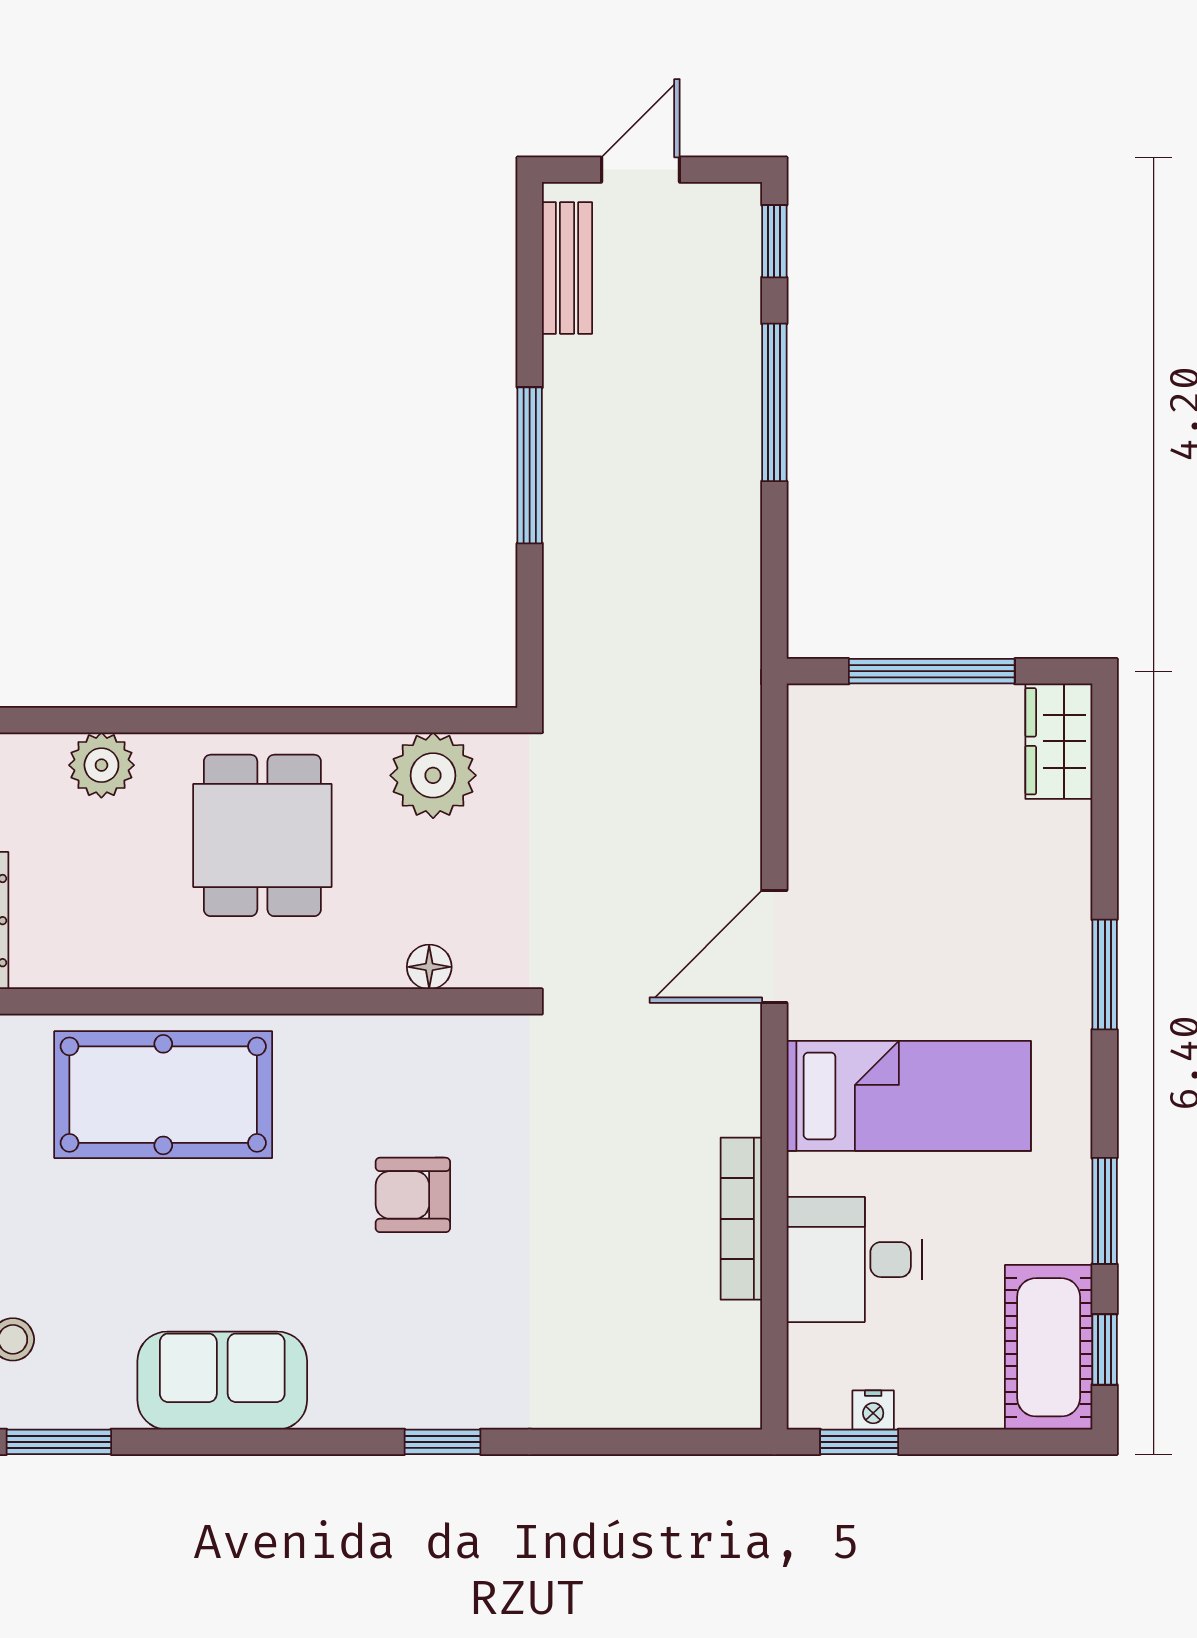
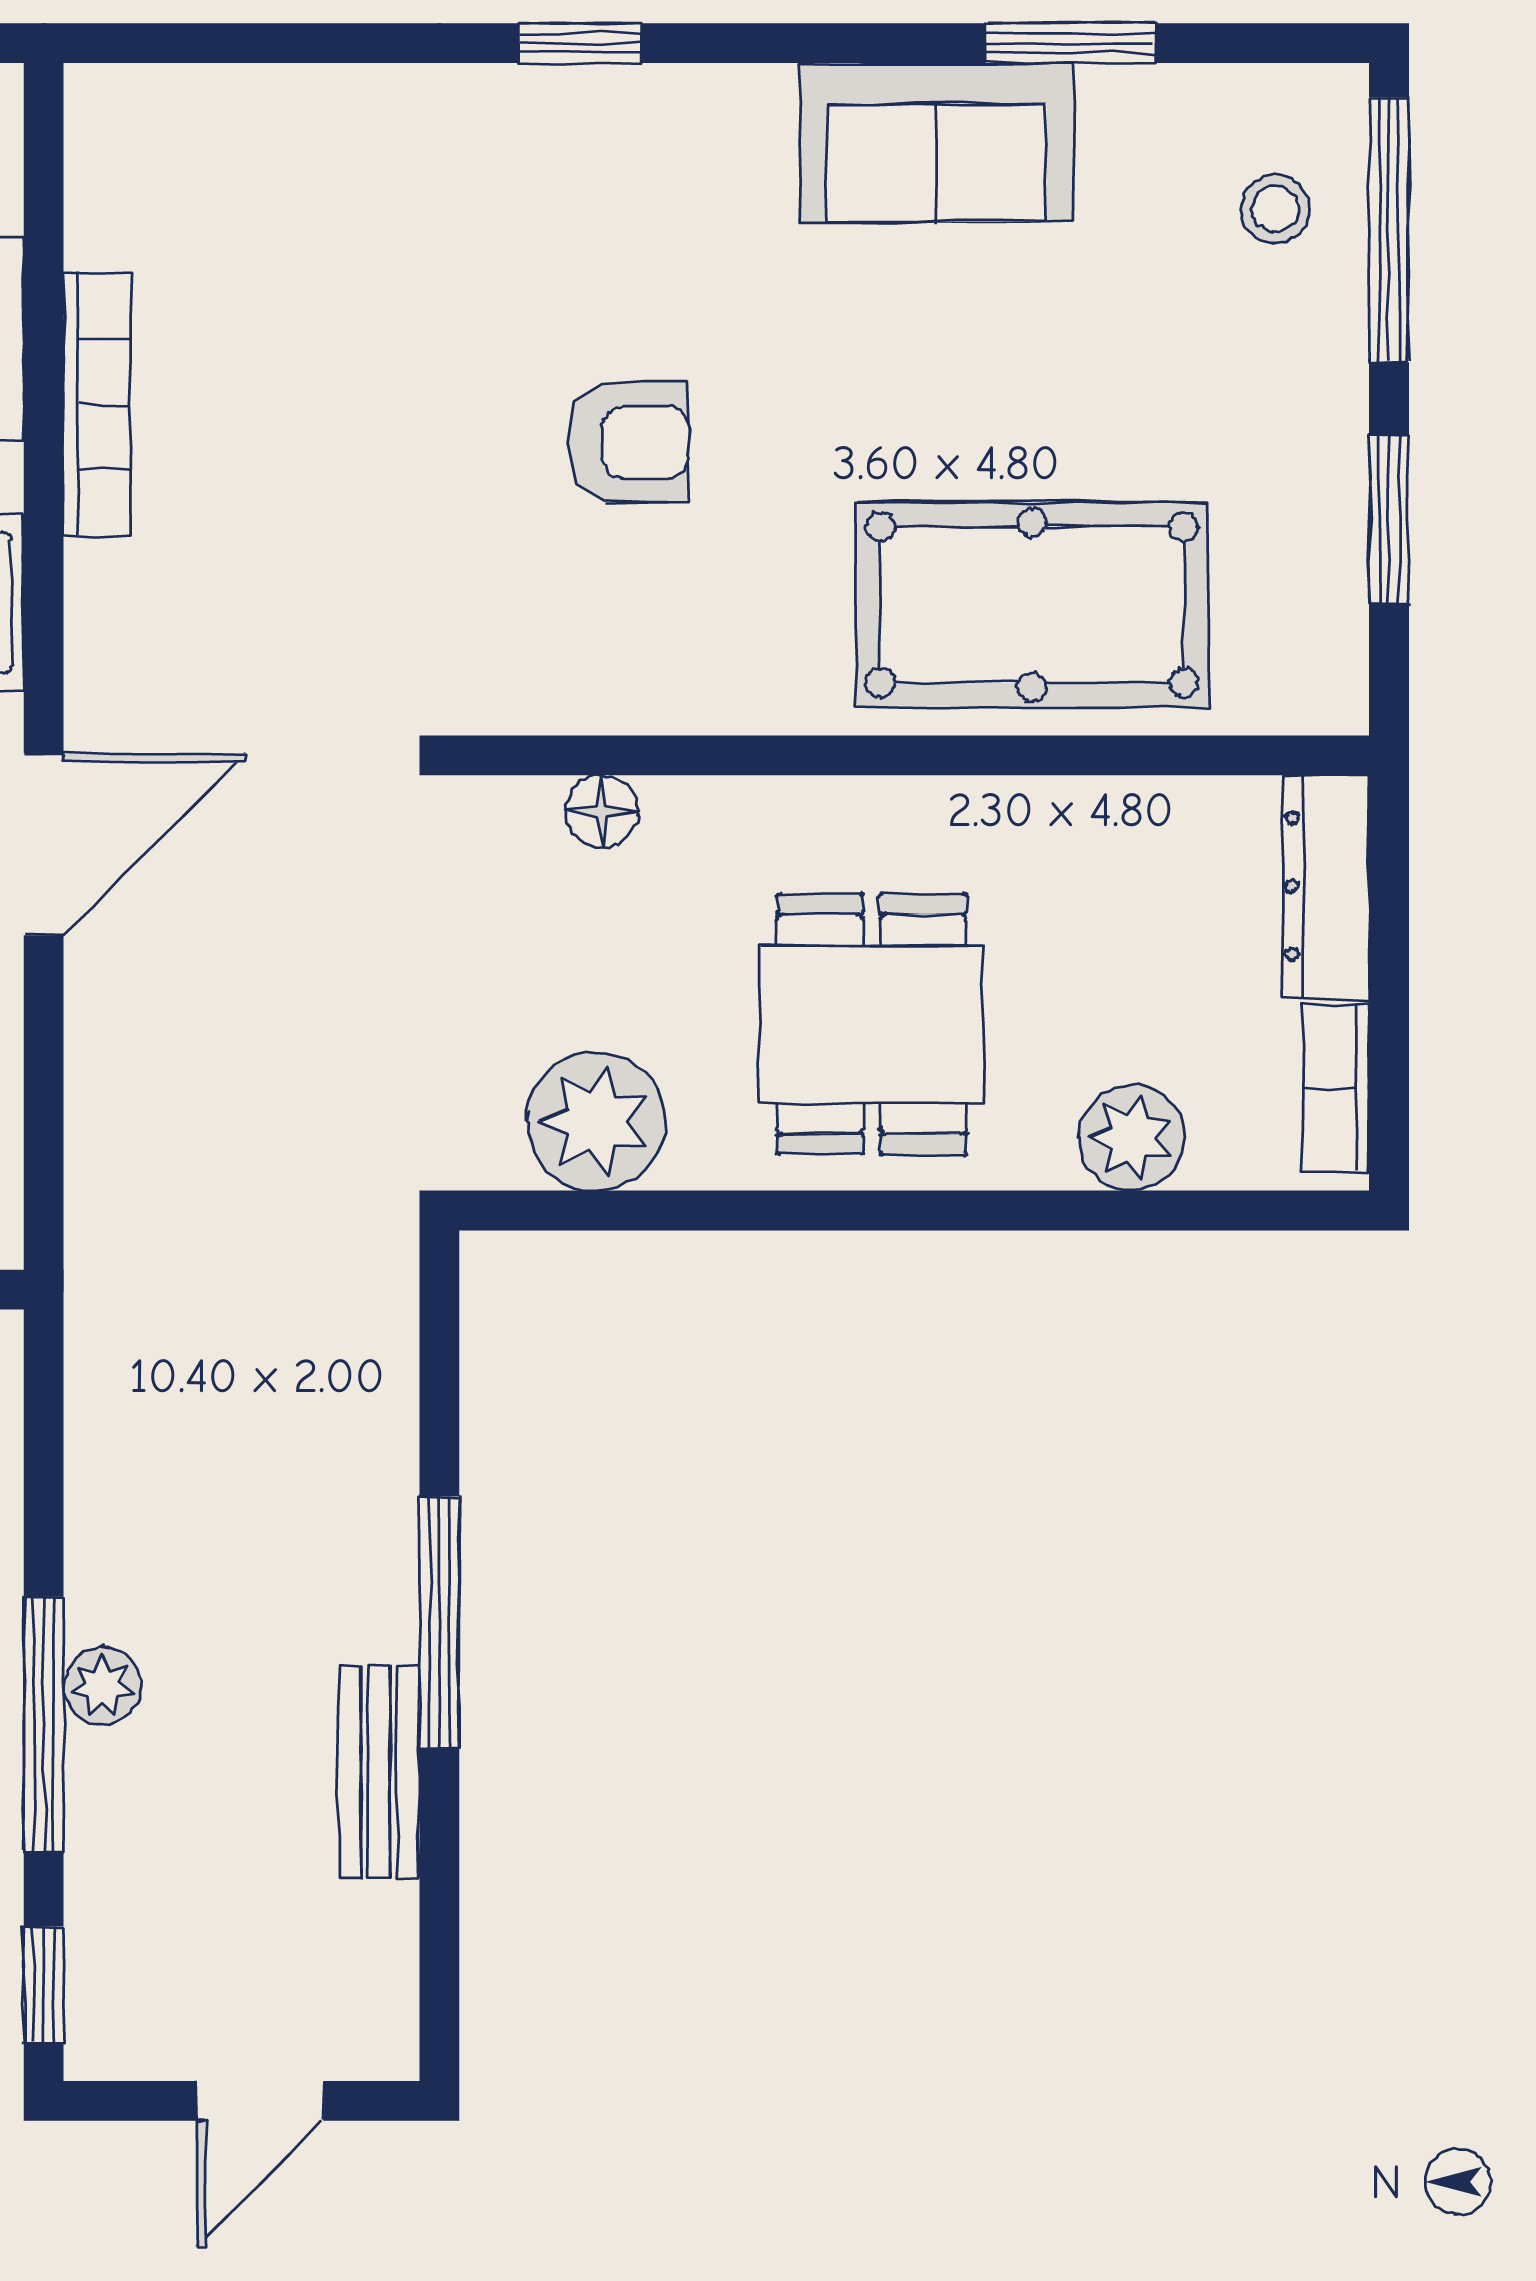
bench: (567, 268) -> (379, 1772), moved
plant: (738, 426) -> (102, 1686), added
window: (59, 1442) -> (1070, 43), moved

